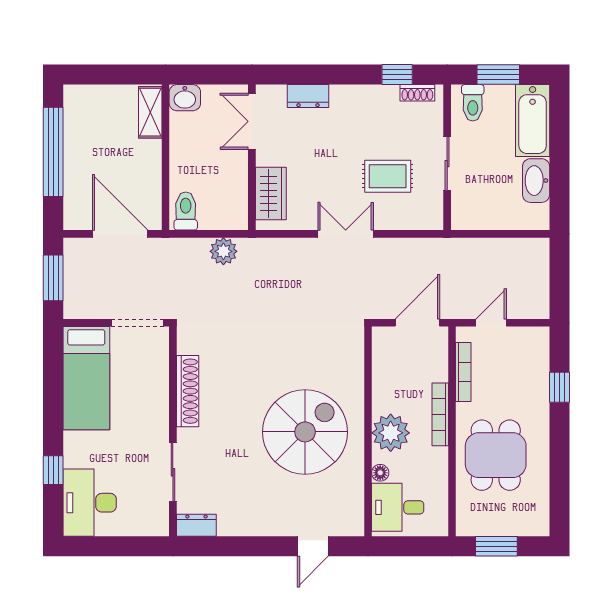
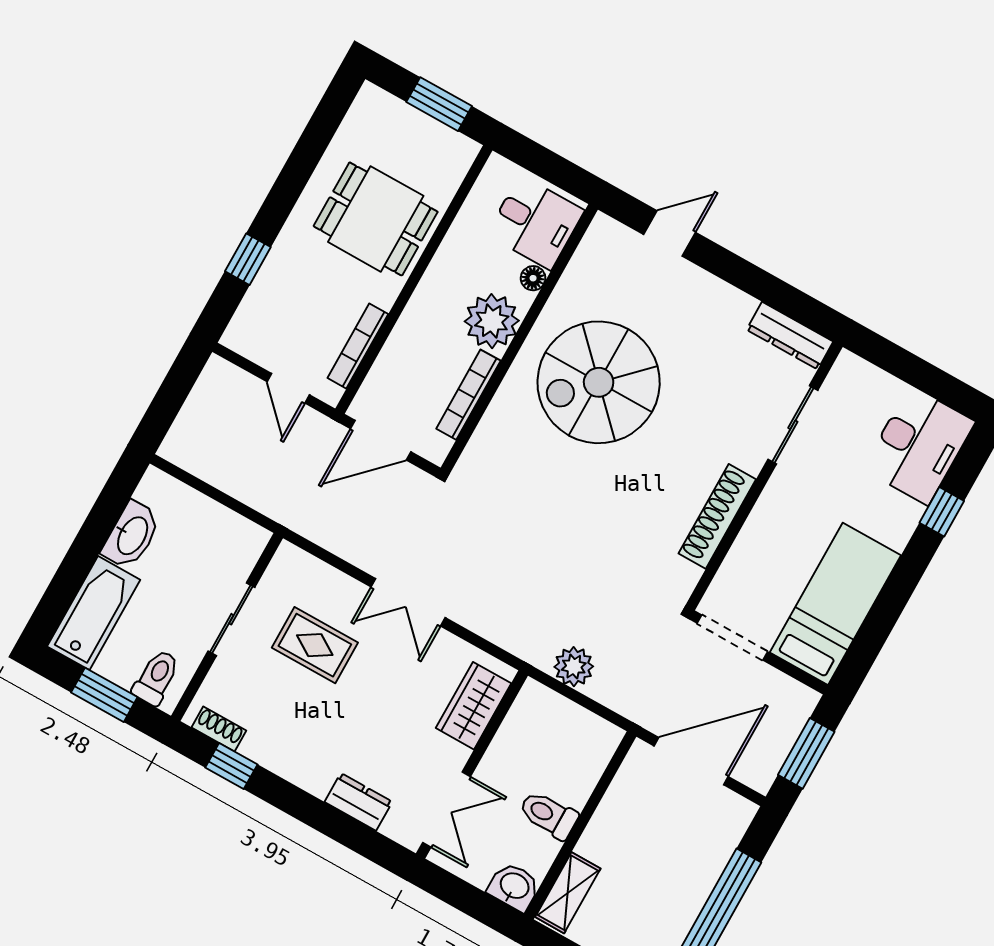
toilet: (186, 211) -> (548, 815), moved, turned 90
door: (120, 234) -> (691, 761), swing flipped
door: (491, 323) -> (288, 388), hinge flipped
bookcase: (440, 414) -> (468, 395), moved, turned 180
dining table: (496, 455) -> (376, 219), turned 90
dresser: (196, 525) -> (790, 336), width x1.44

